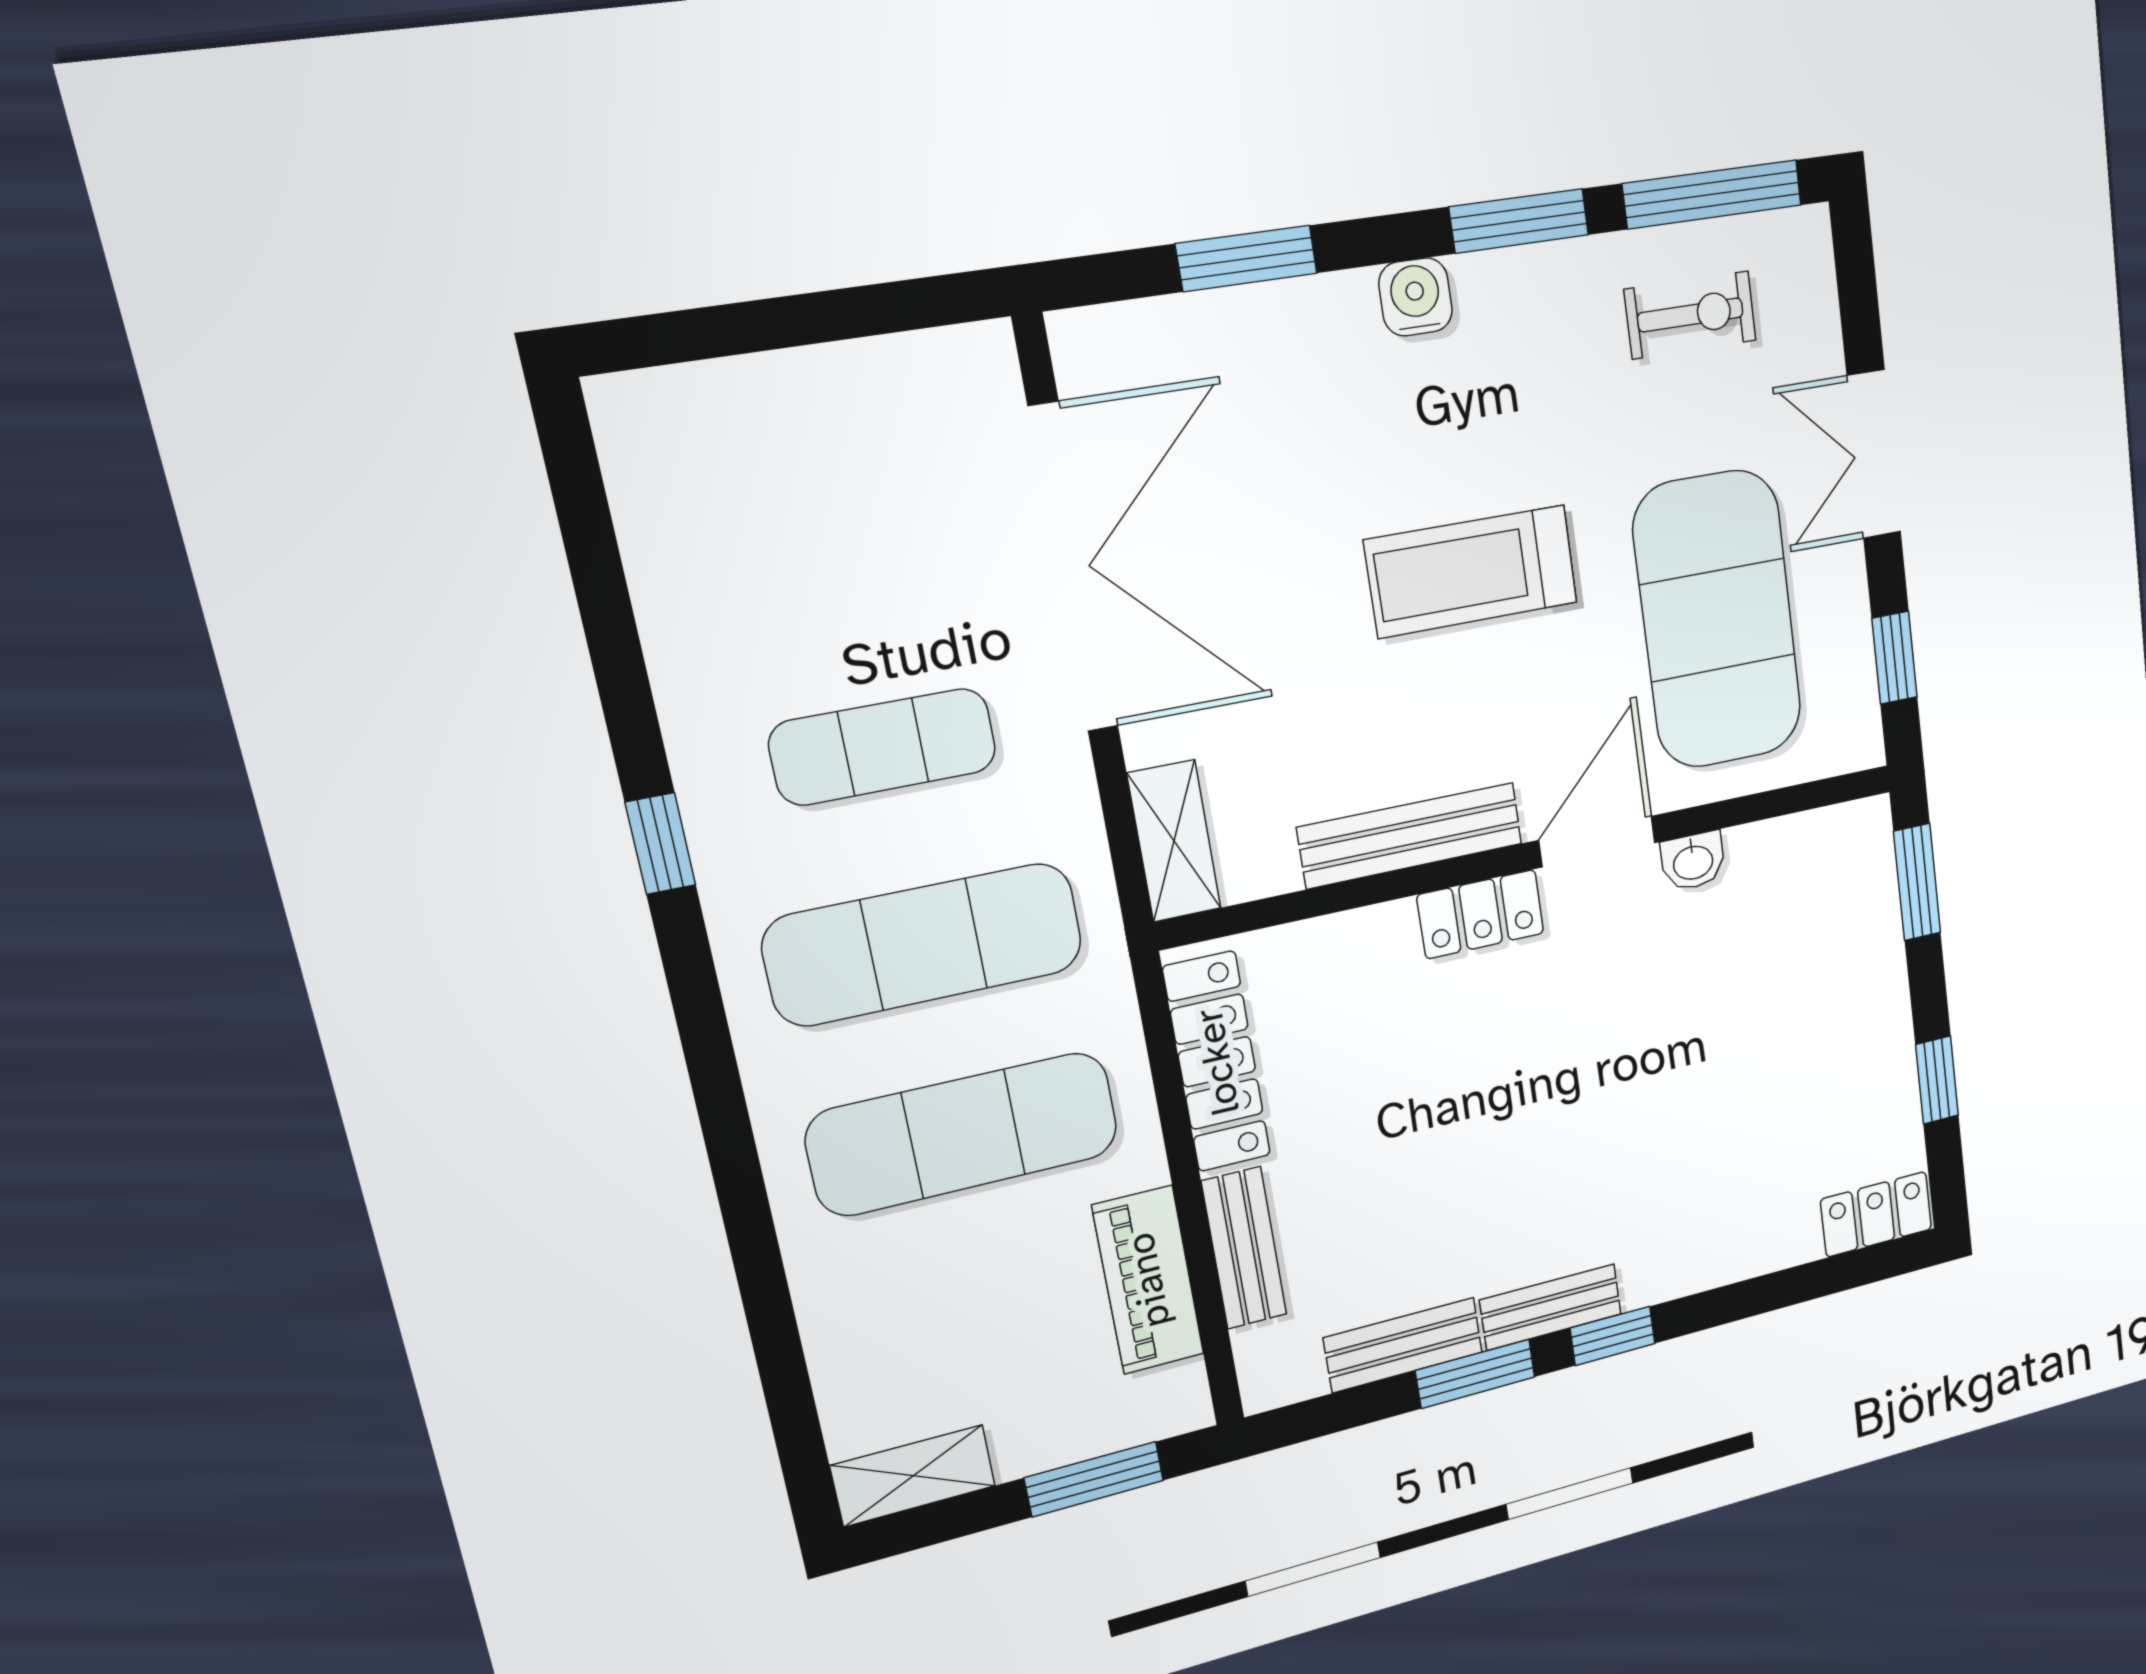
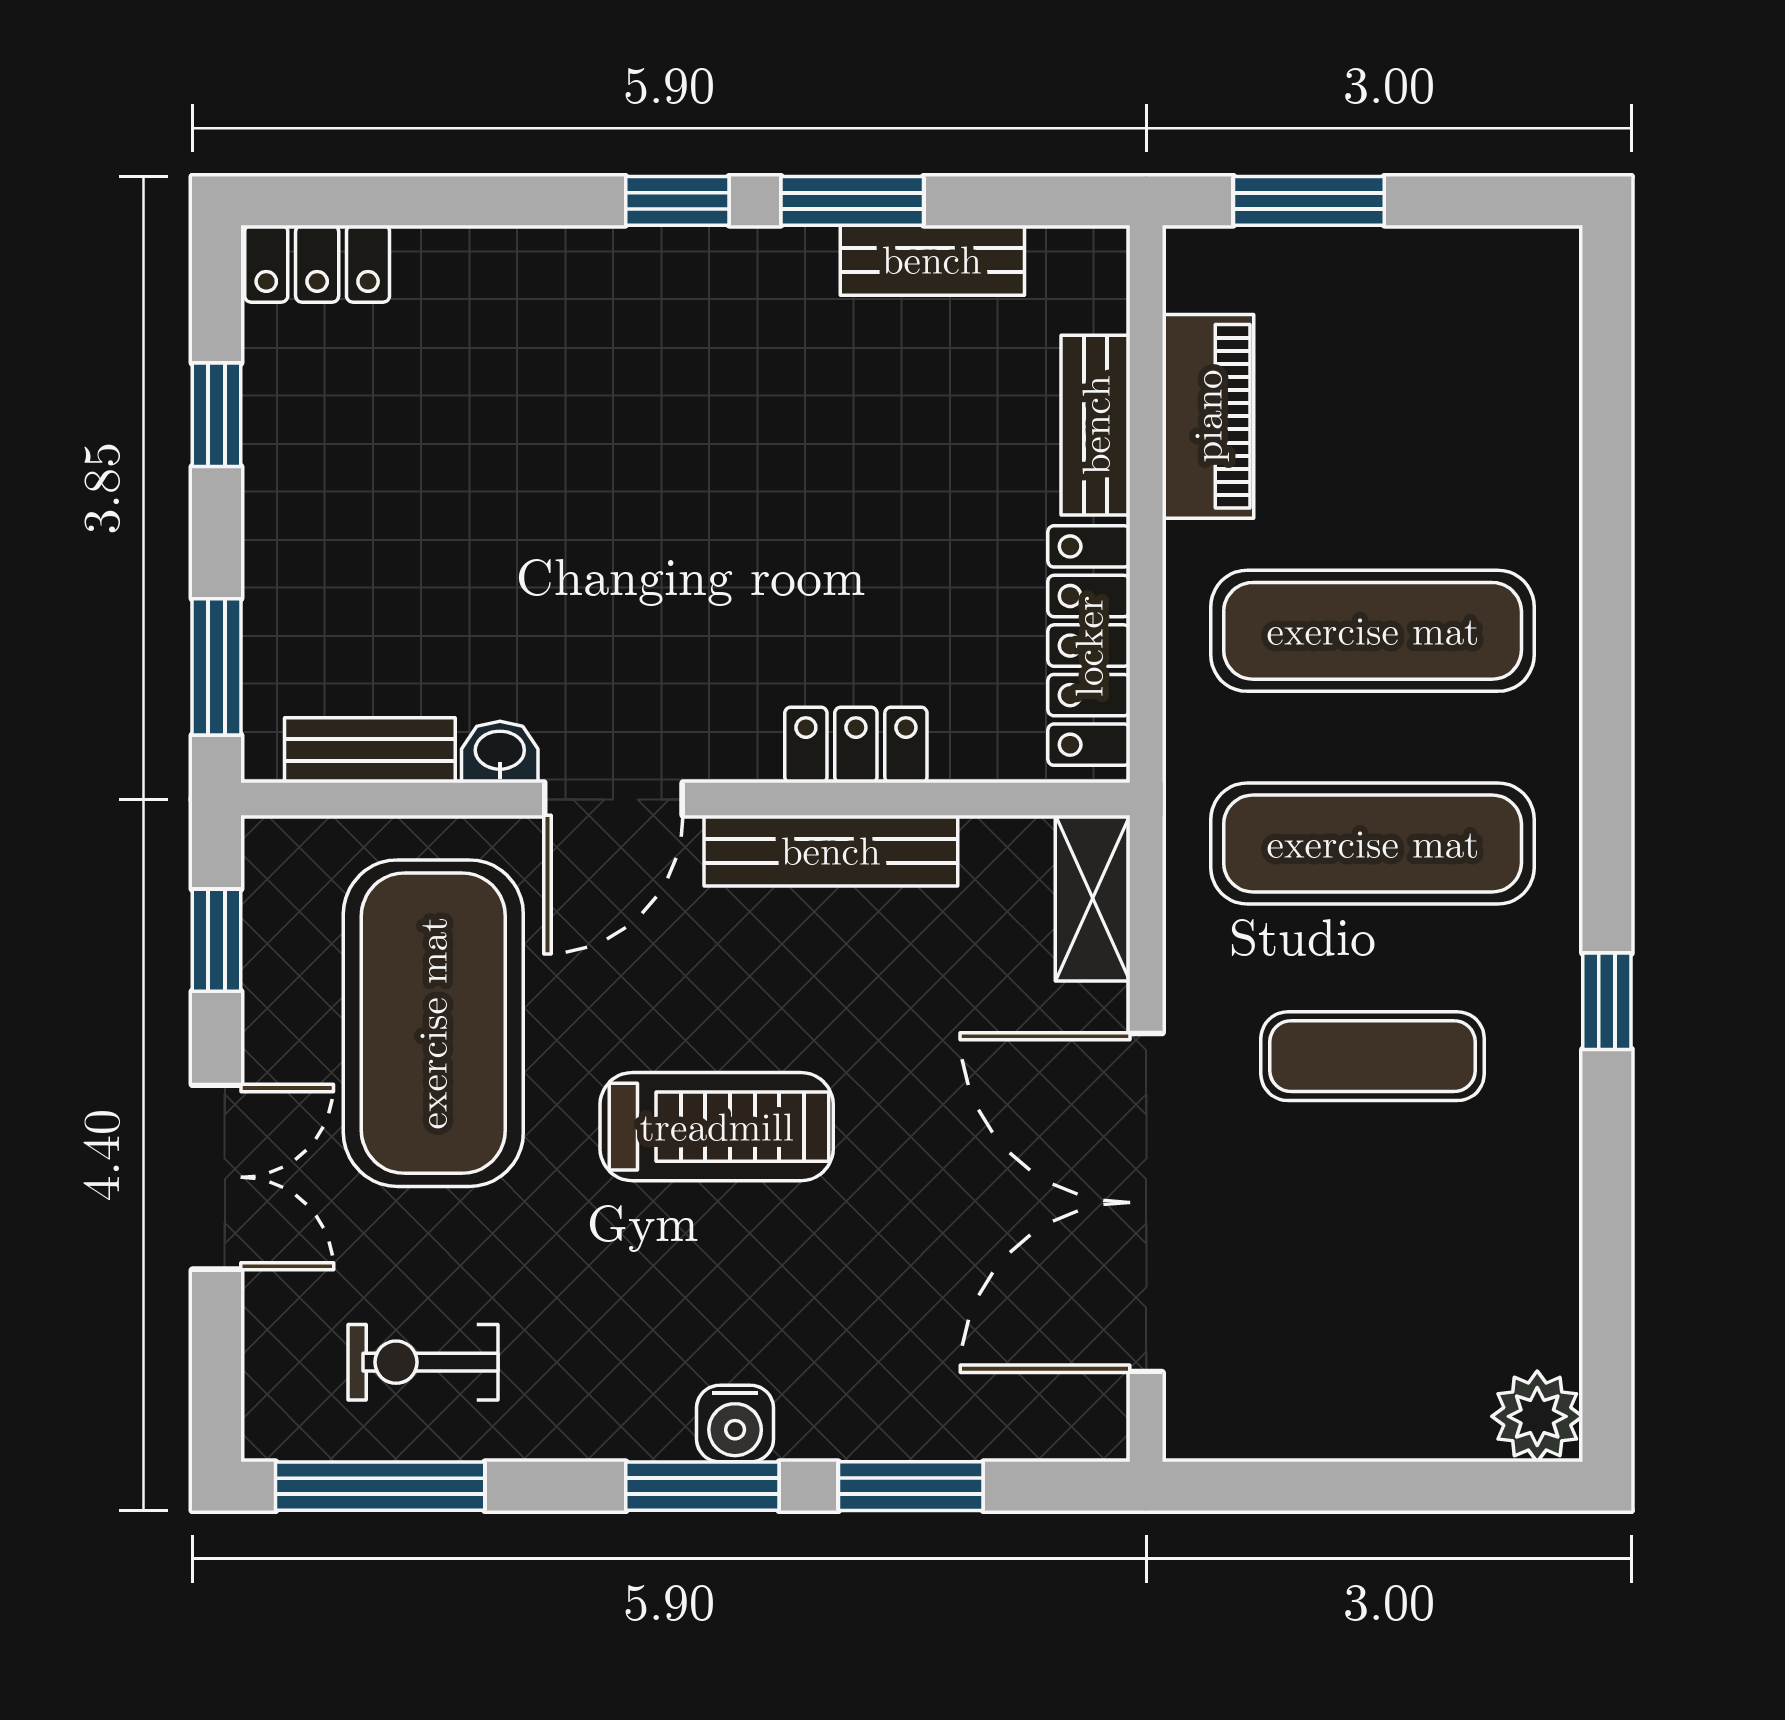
window: (1519, 221) -> (702, 1486), moved
plant: (638, 417) -> (1537, 1416), added
locker: (1481, 914) -> (856, 745), moved
bench: (1551, 1307) -> (370, 750), moved
shelving: (913, 1476) -> (1500, 262), removed

